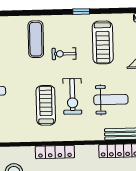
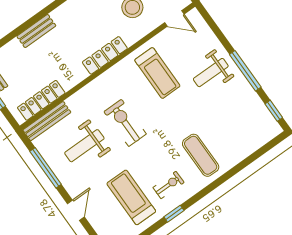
exercise bike: (64, 54) -> (169, 185), moved
treadmill: (46, 105) -> (157, 73), moved

